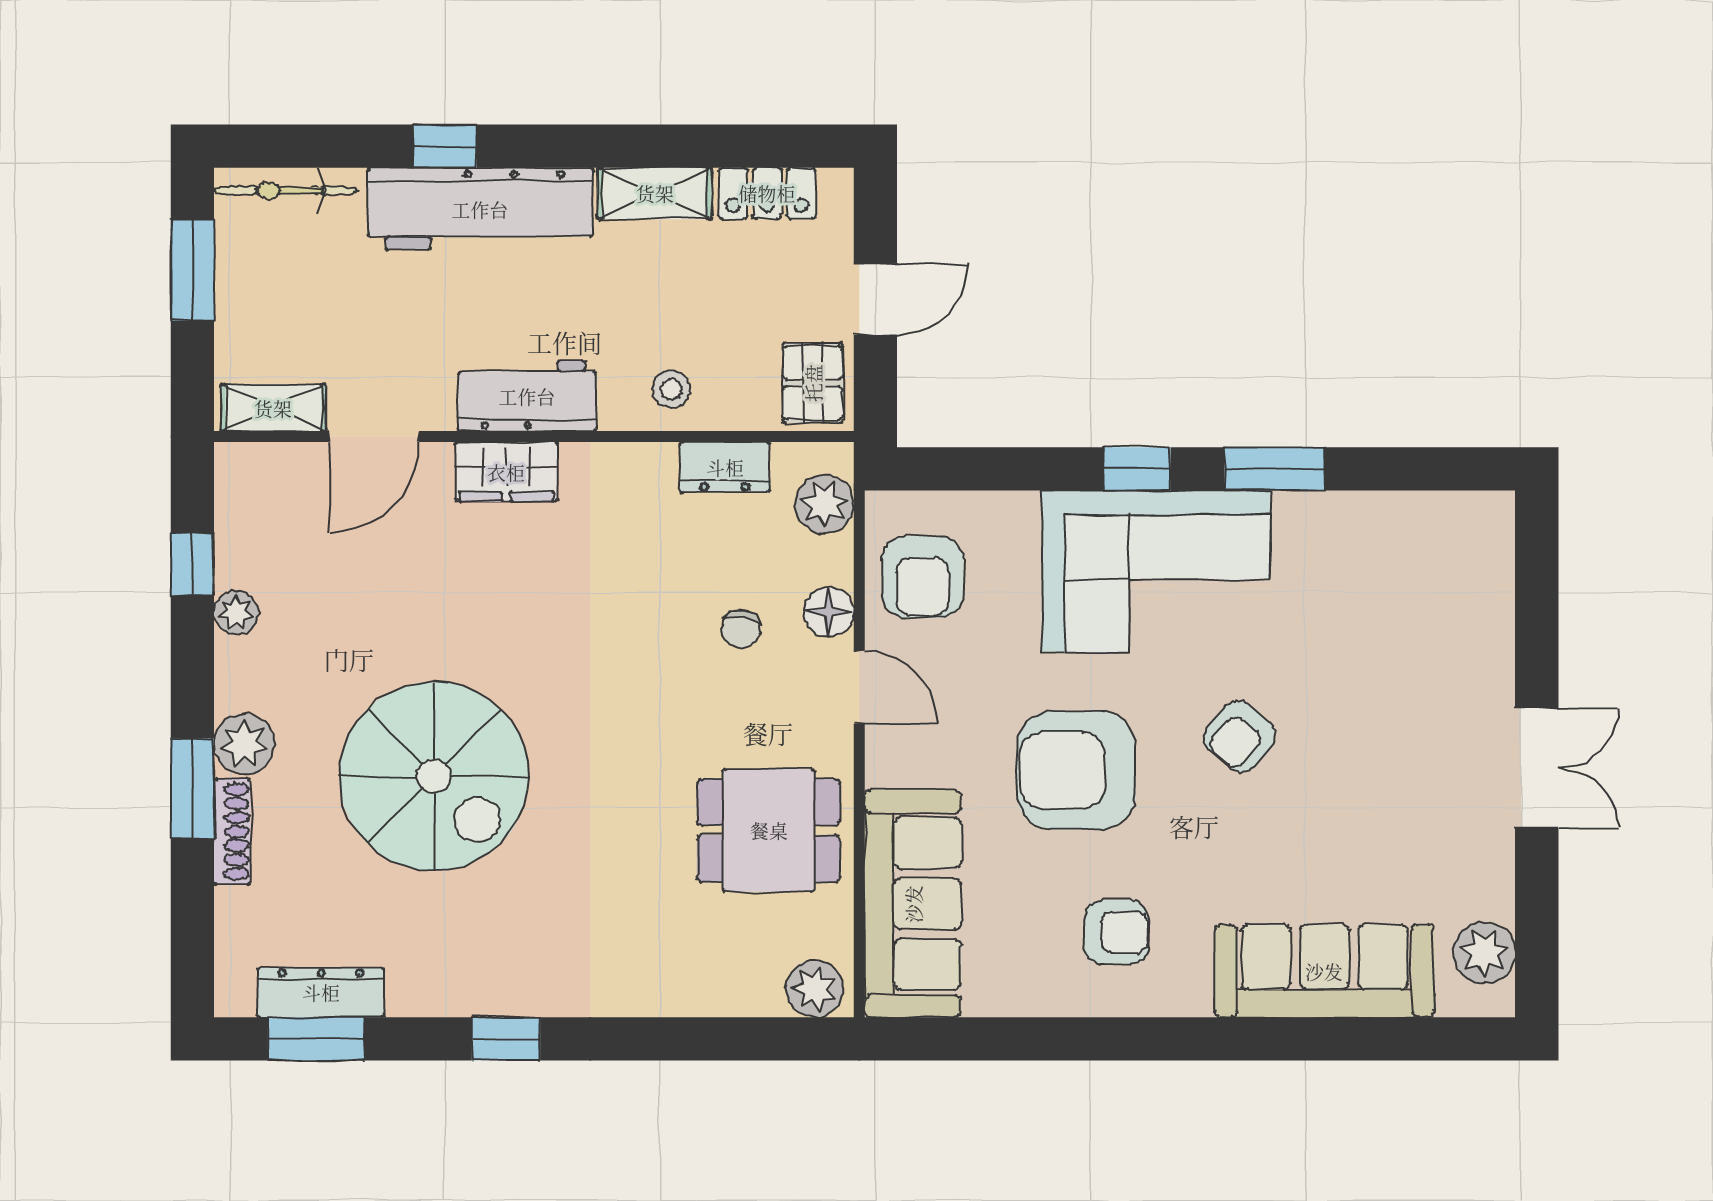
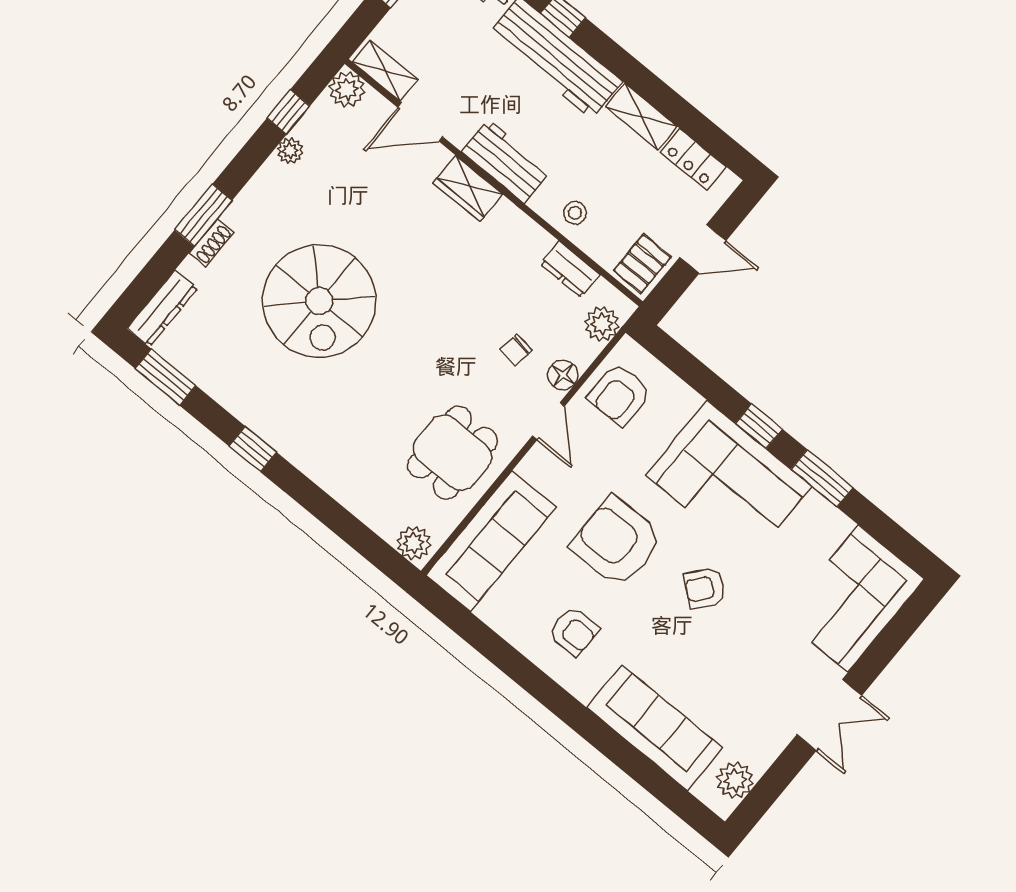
corner sofa: (1443, 591) -> (853, 598), added
plant: (244, 744) -> (347, 89), moved
dining table: (769, 830) -> (452, 453), turned 90
shoe rack: (232, 832) -> (211, 243), width x0.70
dresser: (321, 992) -> (162, 308), moved, turned 90

